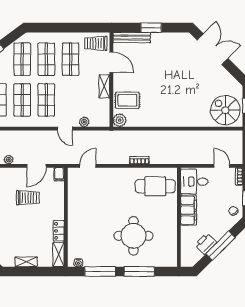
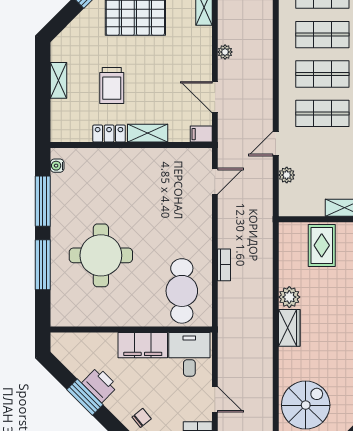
plant: (120, 120) -> (289, 297), moved
wardrobe: (178, 120) -> (289, 328), added
door: (88, 166) -> (215, 181), hinge flipped
door: (222, 166) -> (215, 399), hinge flipped
trolley: (28, 198) -> (112, 86), moved
printer: (206, 244) -> (100, 385), moved
window: (220, 246) -> (85, 397), width x0.69
shelving: (59, 255) -> (148, 133), moved

